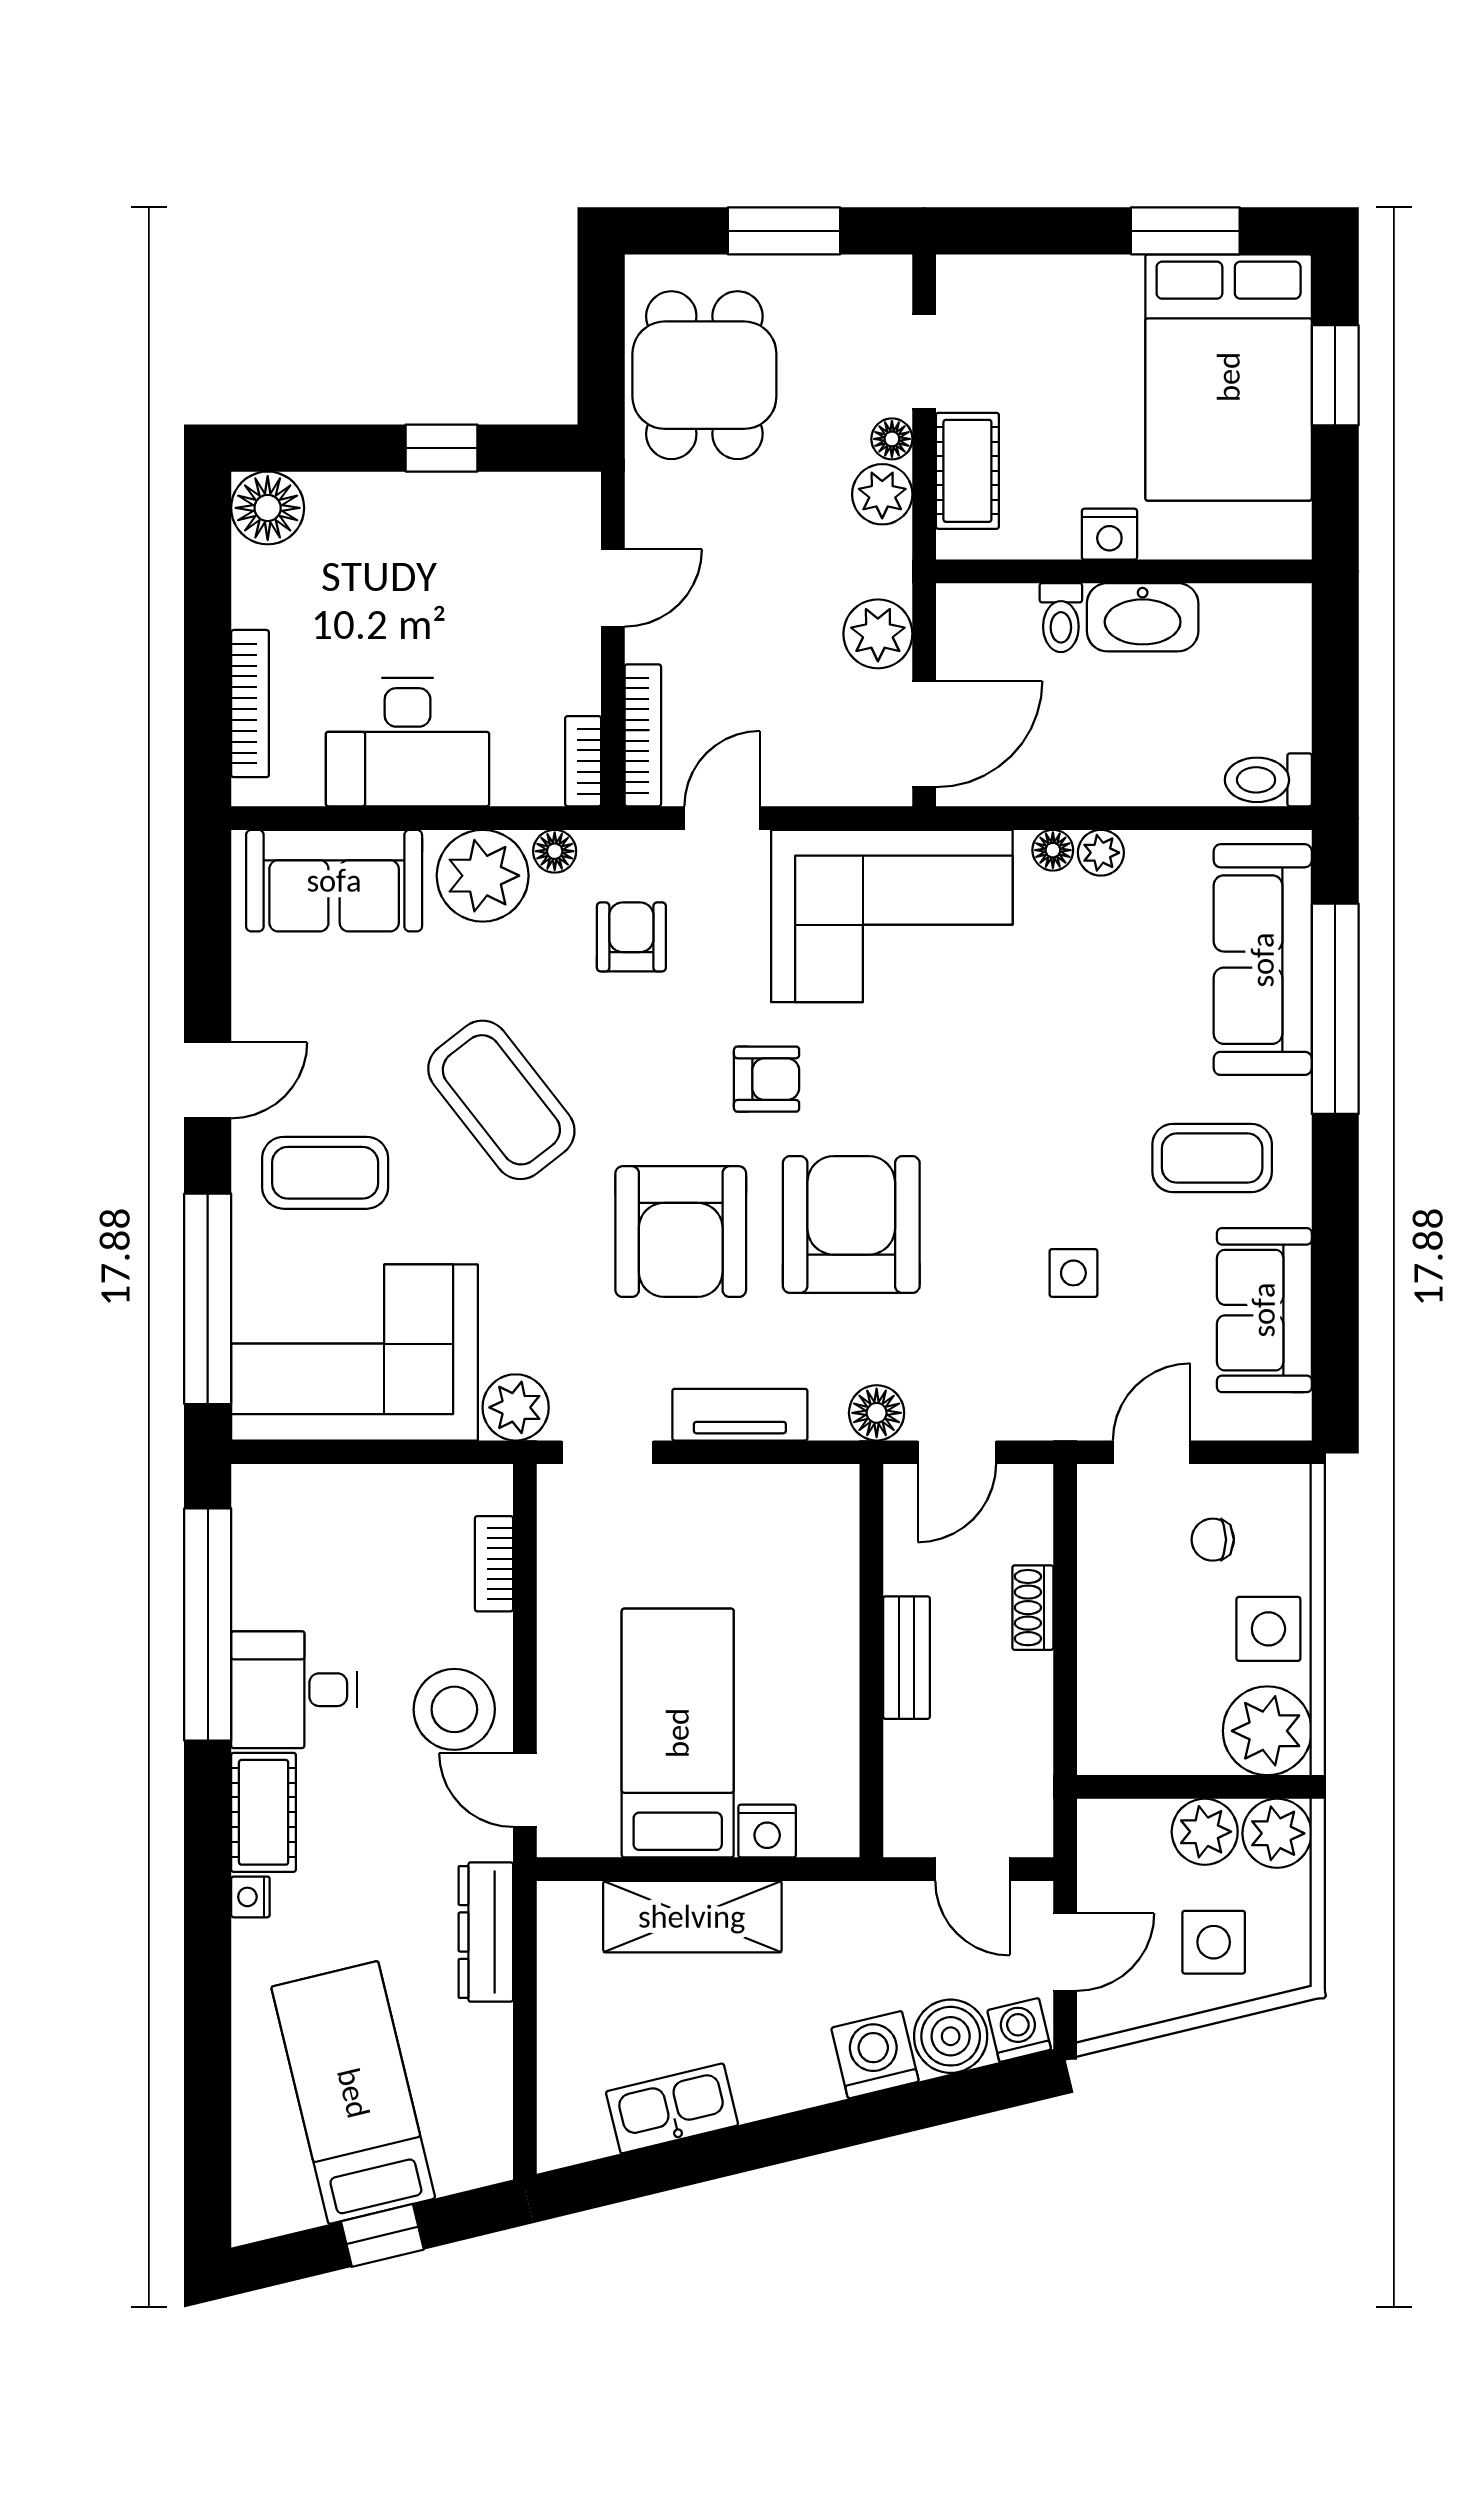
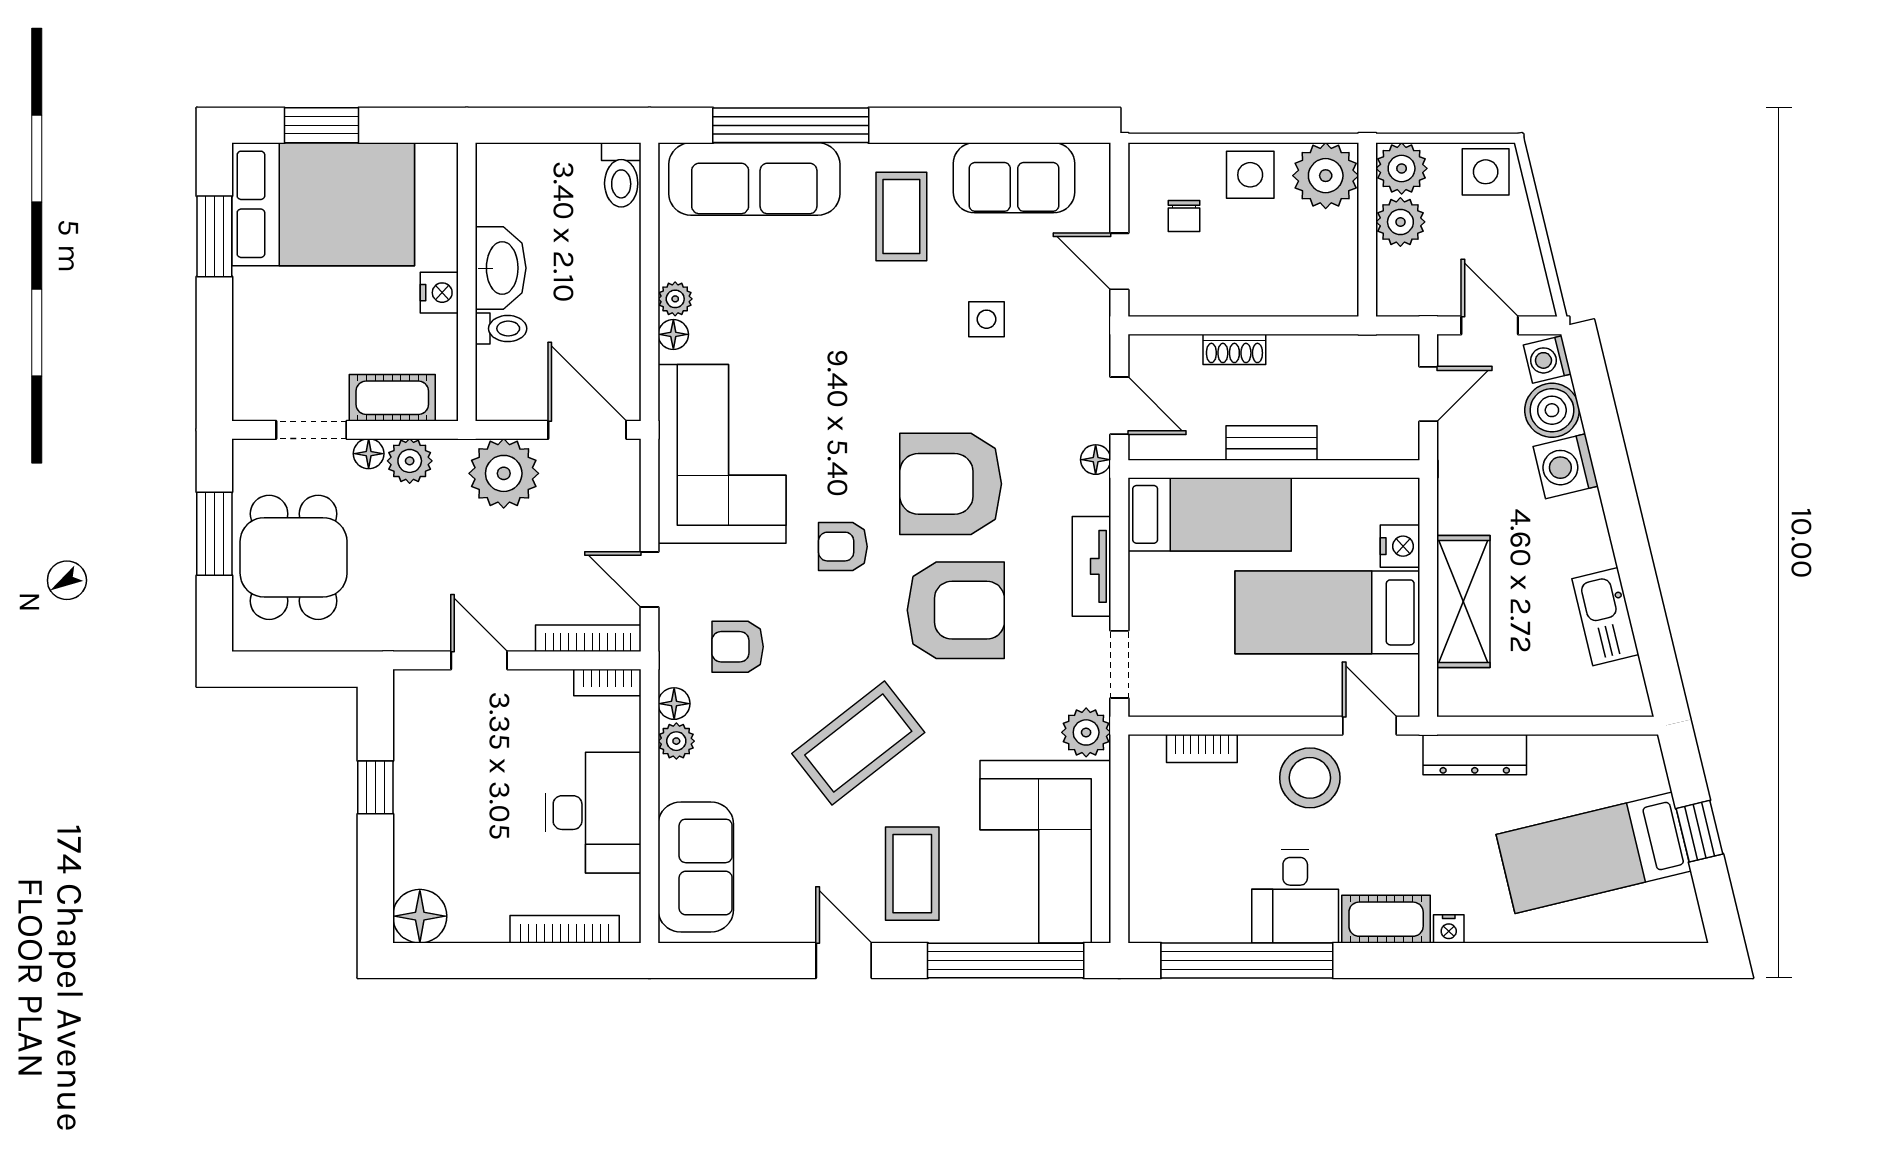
dining table: (704, 375) -> (294, 557), moved, turned 90
plant: (878, 634) -> (504, 473), width x1.36, depth x1.36
plant: (483, 876) -> (676, 741), width x0.53, depth x0.53
armchair: (767, 1079) -> (843, 547), turned -90
floor lamp: (877, 1413) -> (1096, 460), width x0.73, depth x0.73
bed: (810, 1574) -> (1210, 514), added
door: (525, 1790) -> (1370, 726), swing flipped
side table: (1214, 1942) -> (1486, 172), moved

